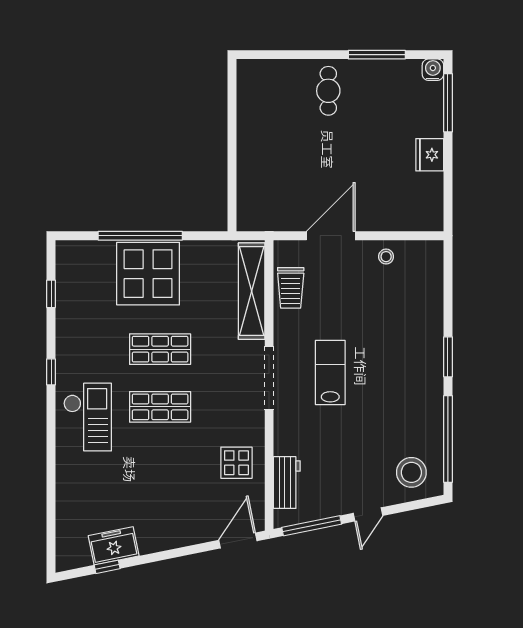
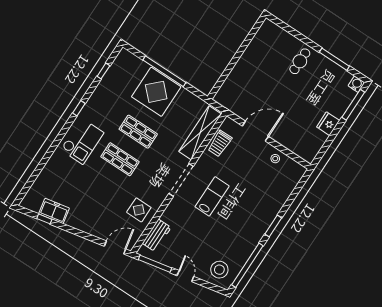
door: (368, 514) -> (185, 276), swing flipped

